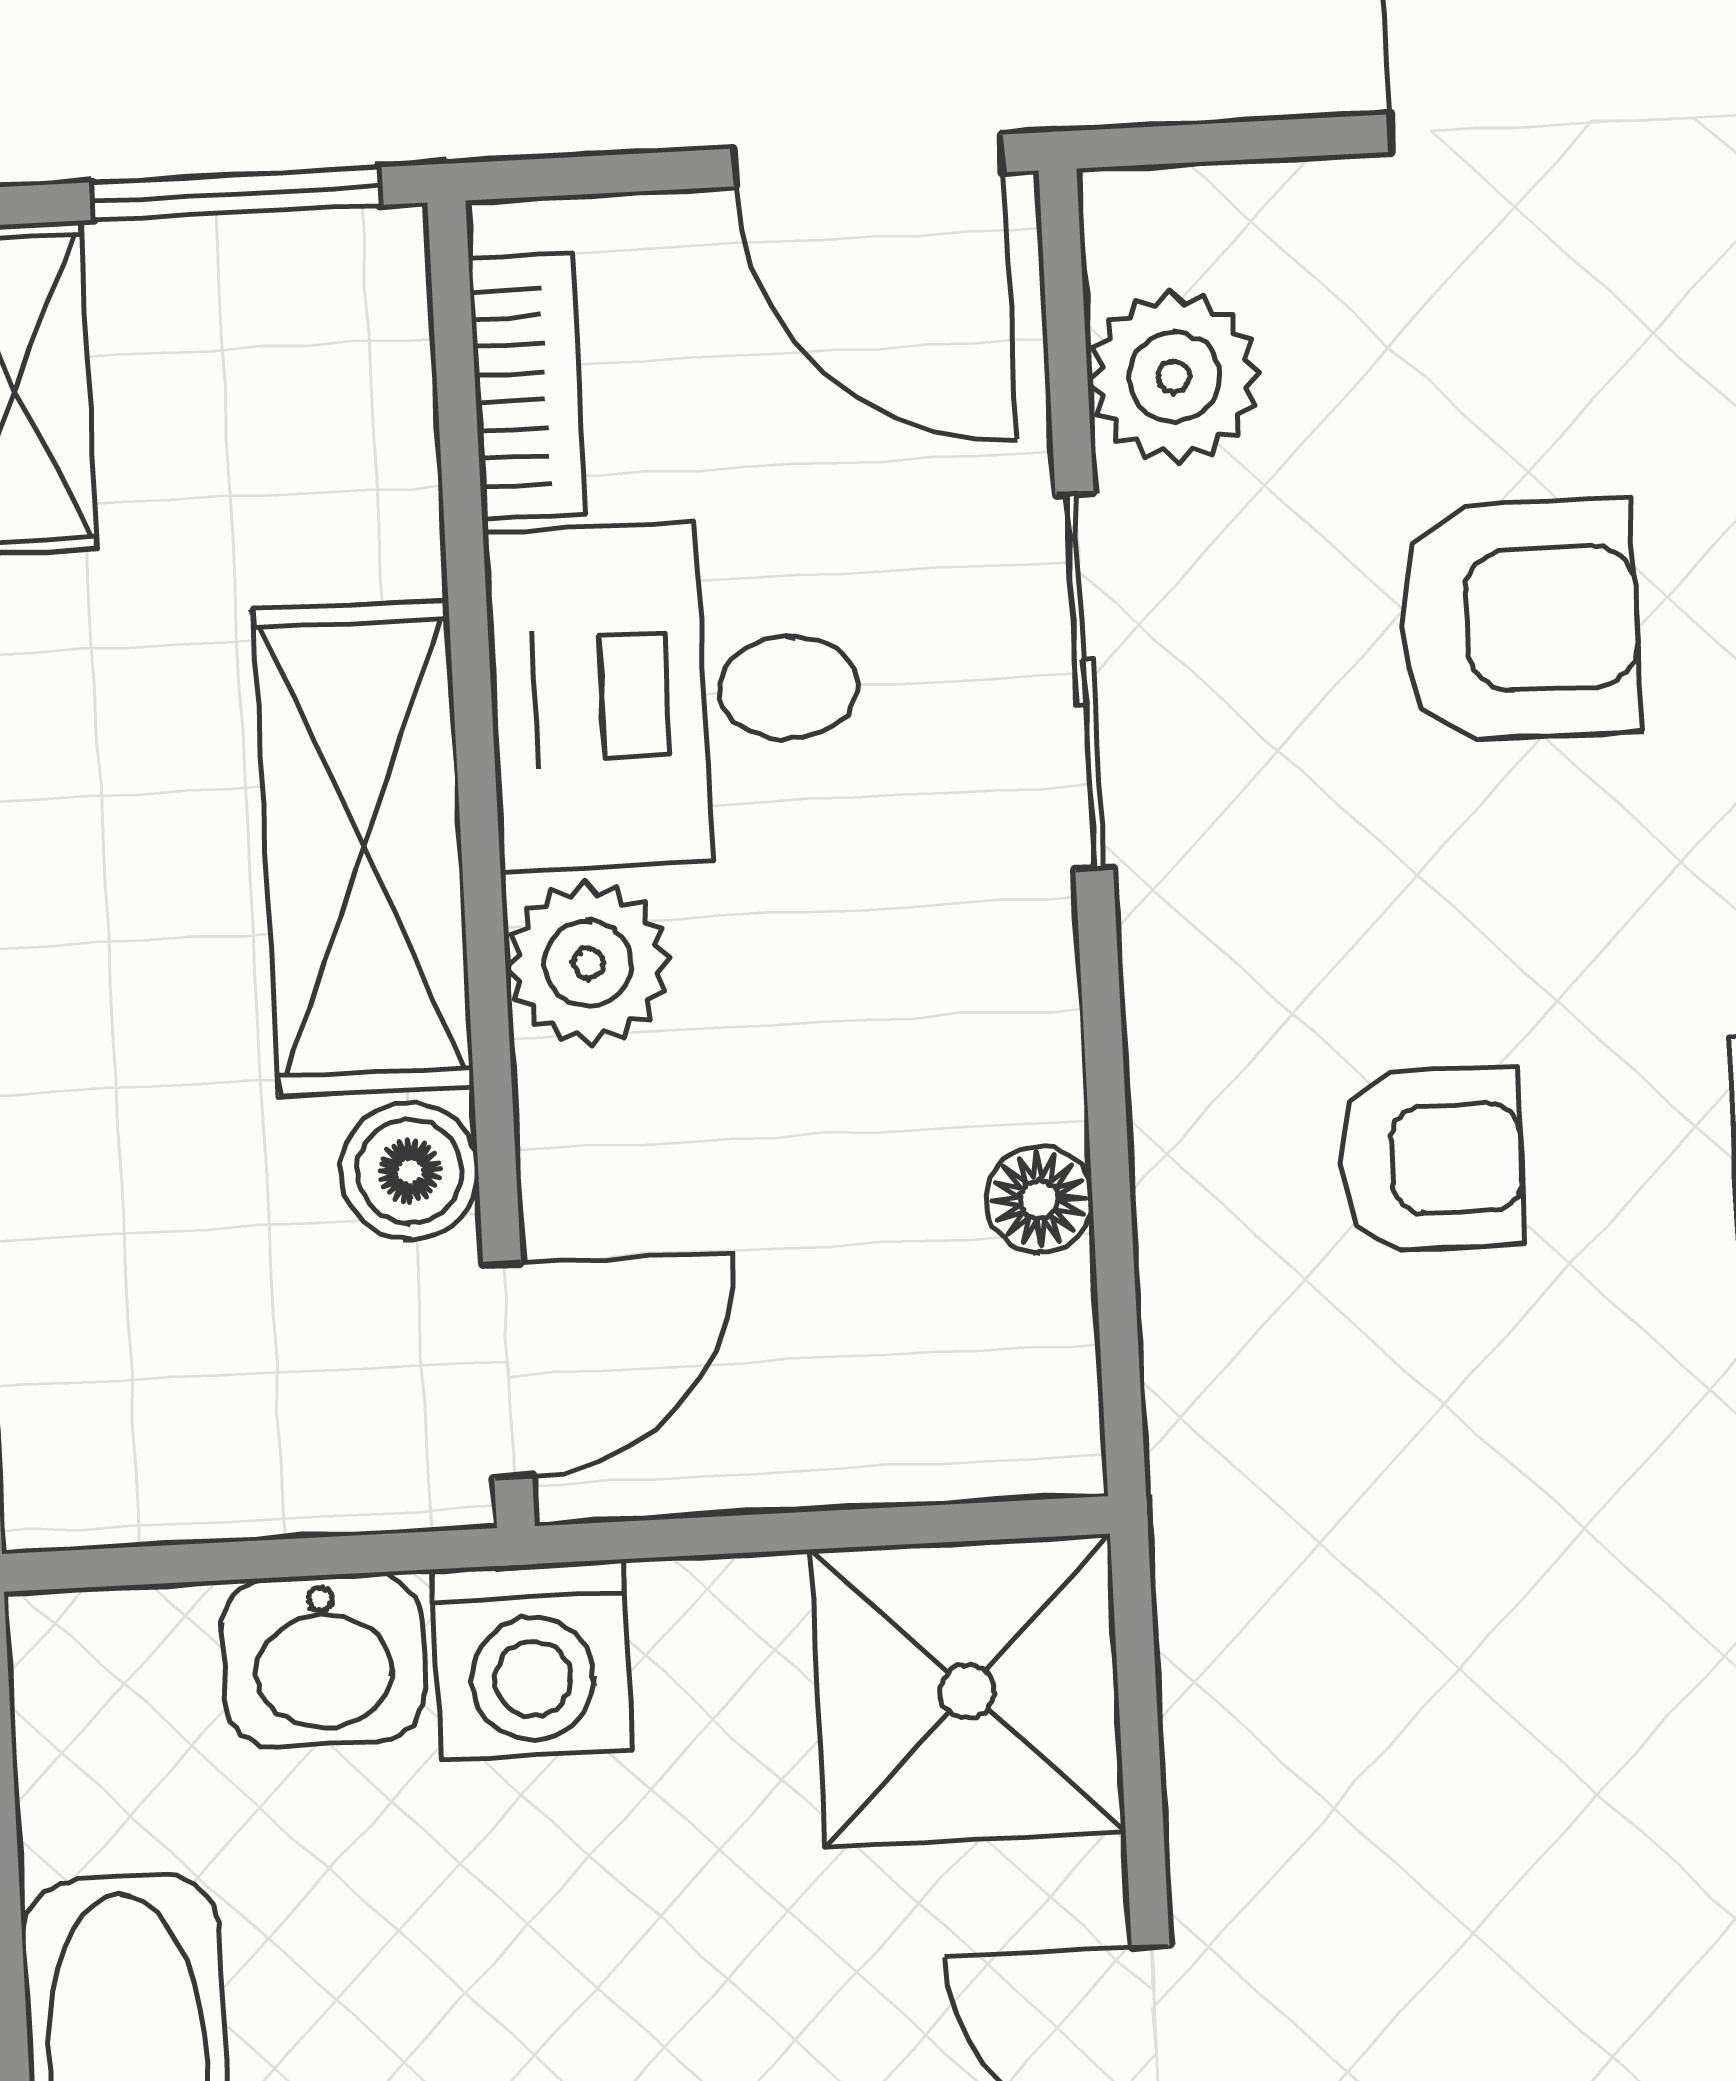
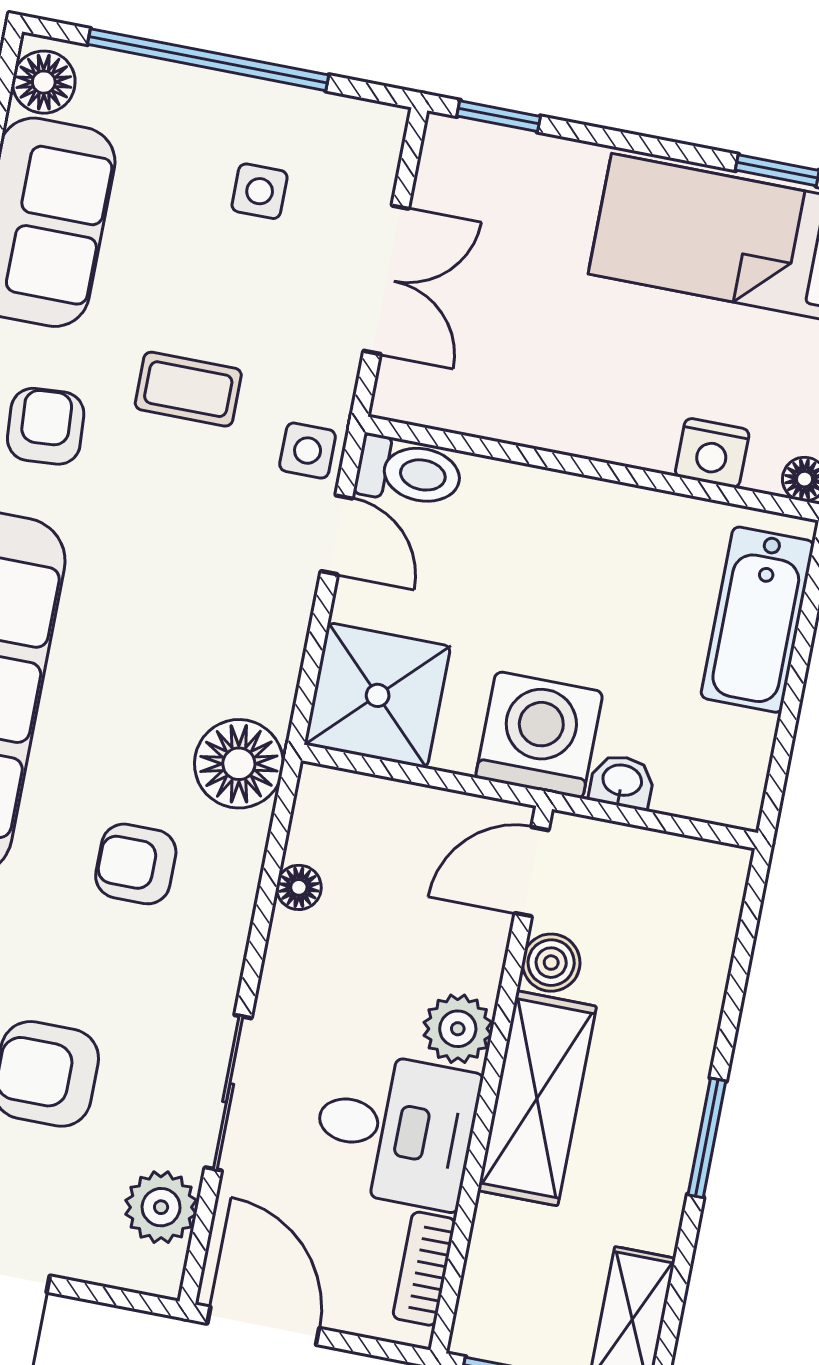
floor lamp: (1250, 1452) -> (239, 764), added
washbasin: (324, 1660) -> (622, 782), width x0.72, depth x0.69
washing machine: (532, 1660) -> (539, 735), width x1.37, depth x1.37

